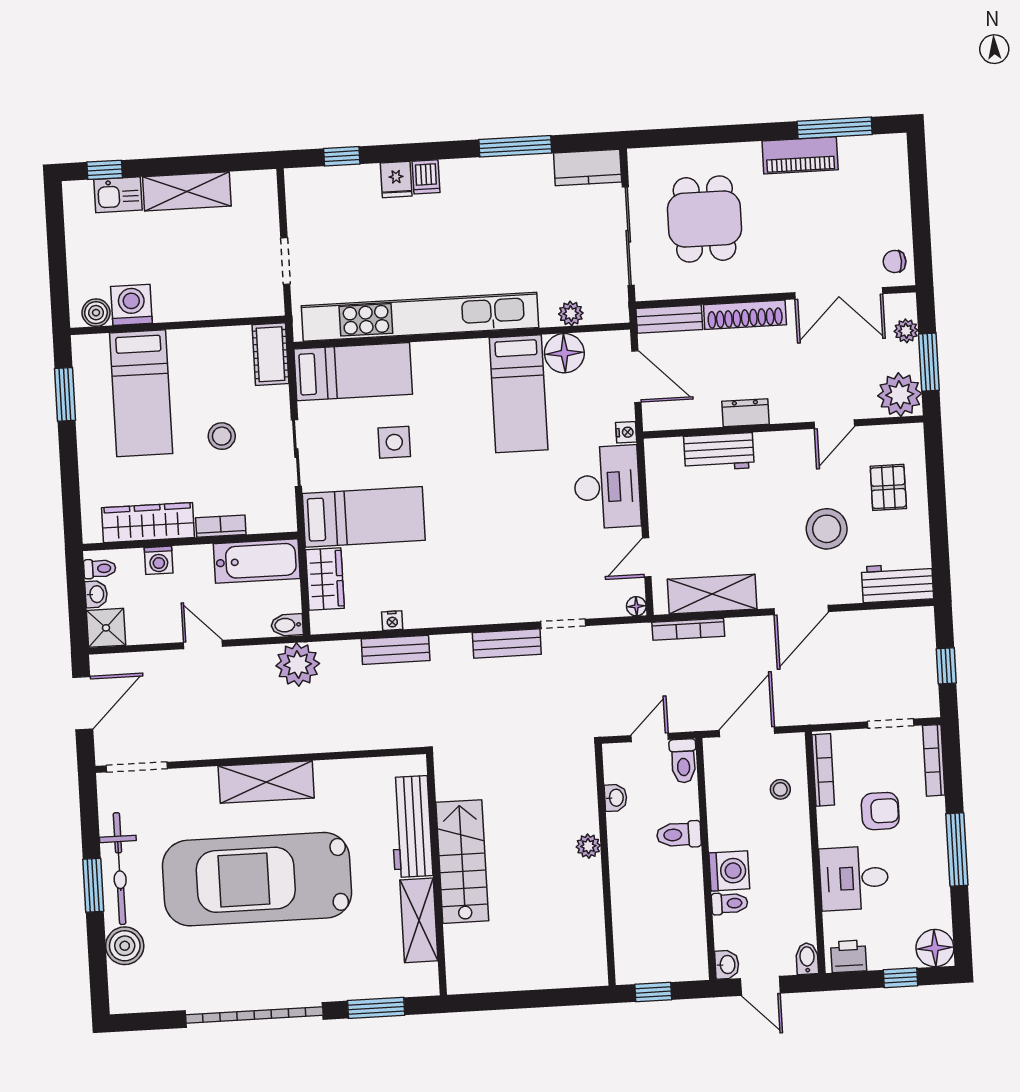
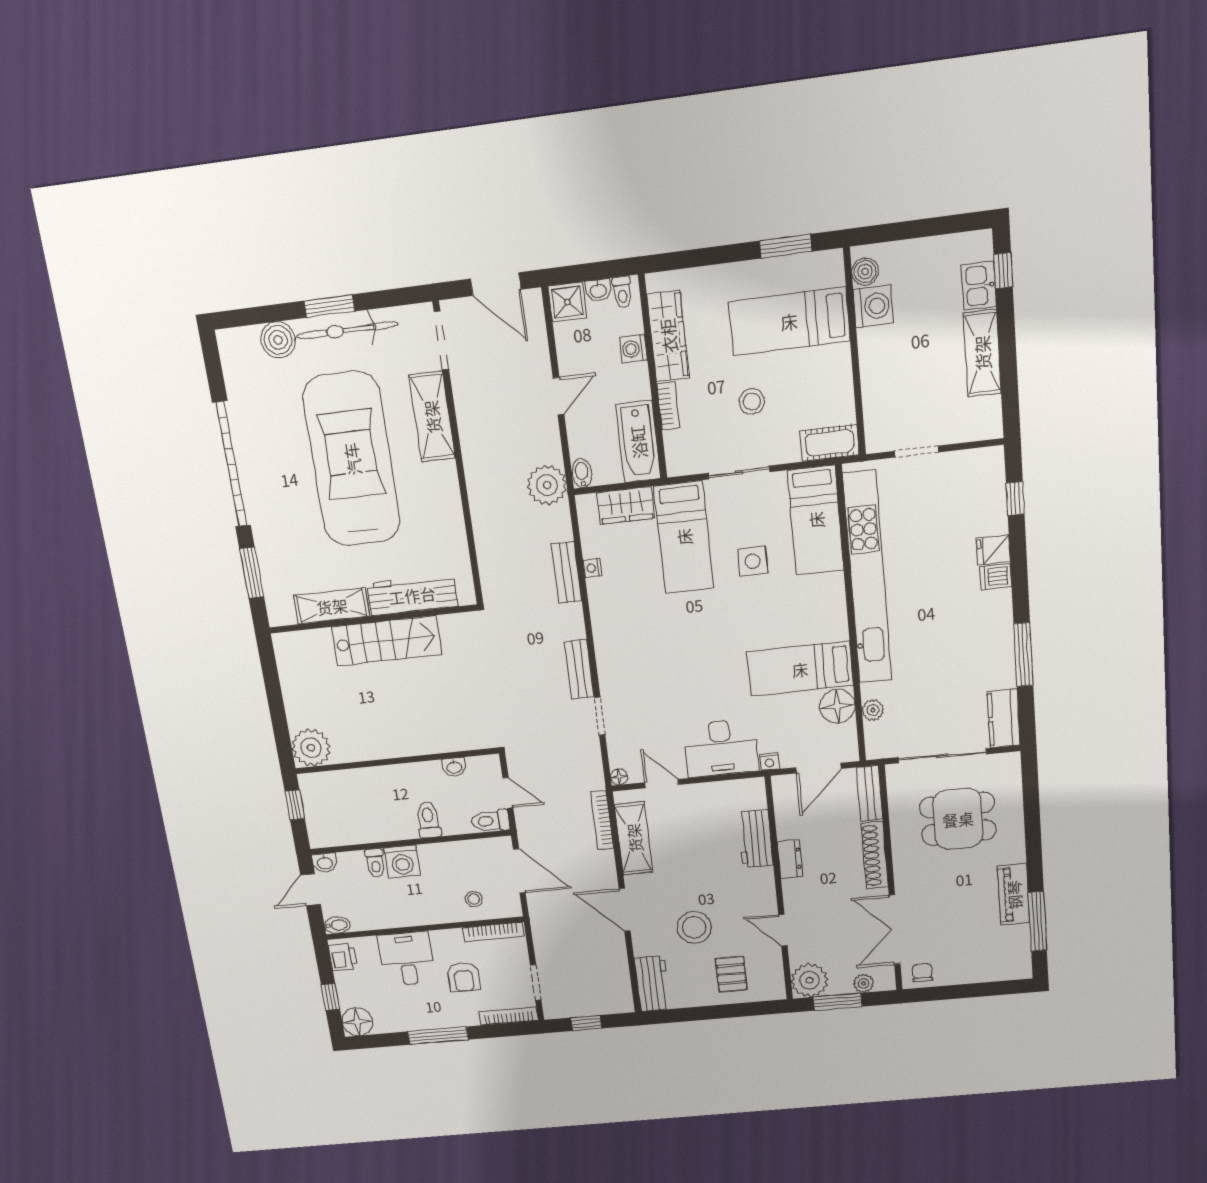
pallet: (888, 487) -> (731, 974), turned 90
shelving: (266, 782) -> (432, 417), moved
plant: (588, 846) -> (311, 748), moved, width x1.88, depth x1.88

